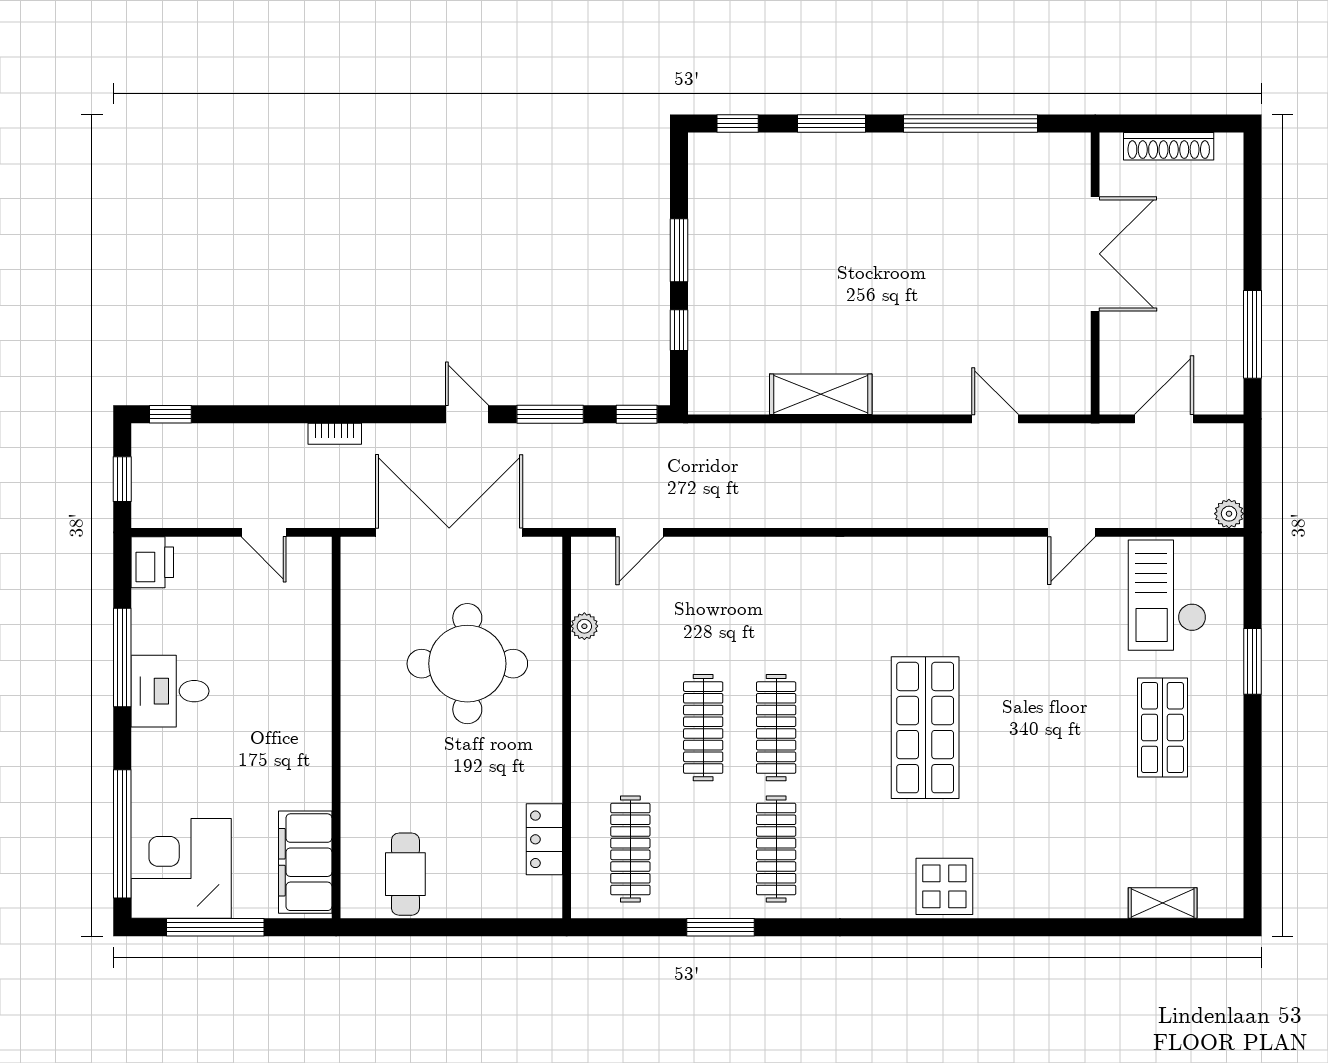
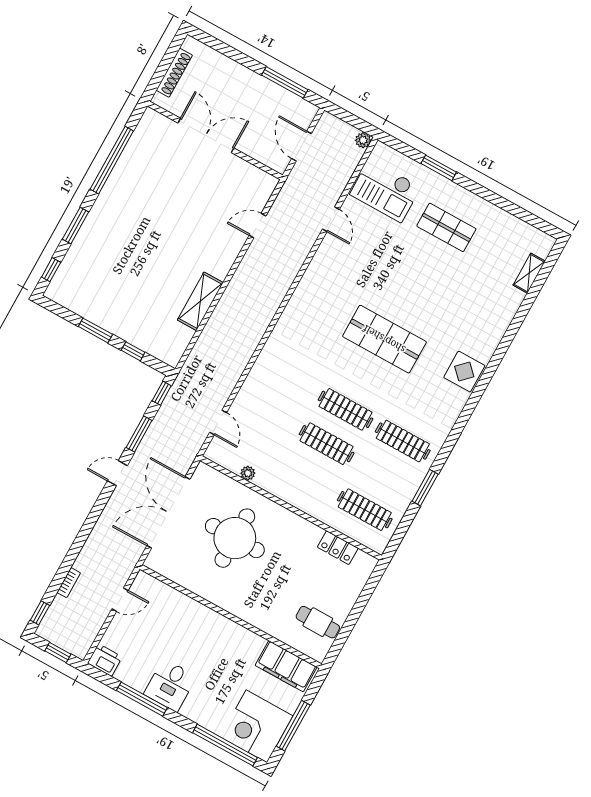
bookcase: (335, 434) -> (69, 583), moved

